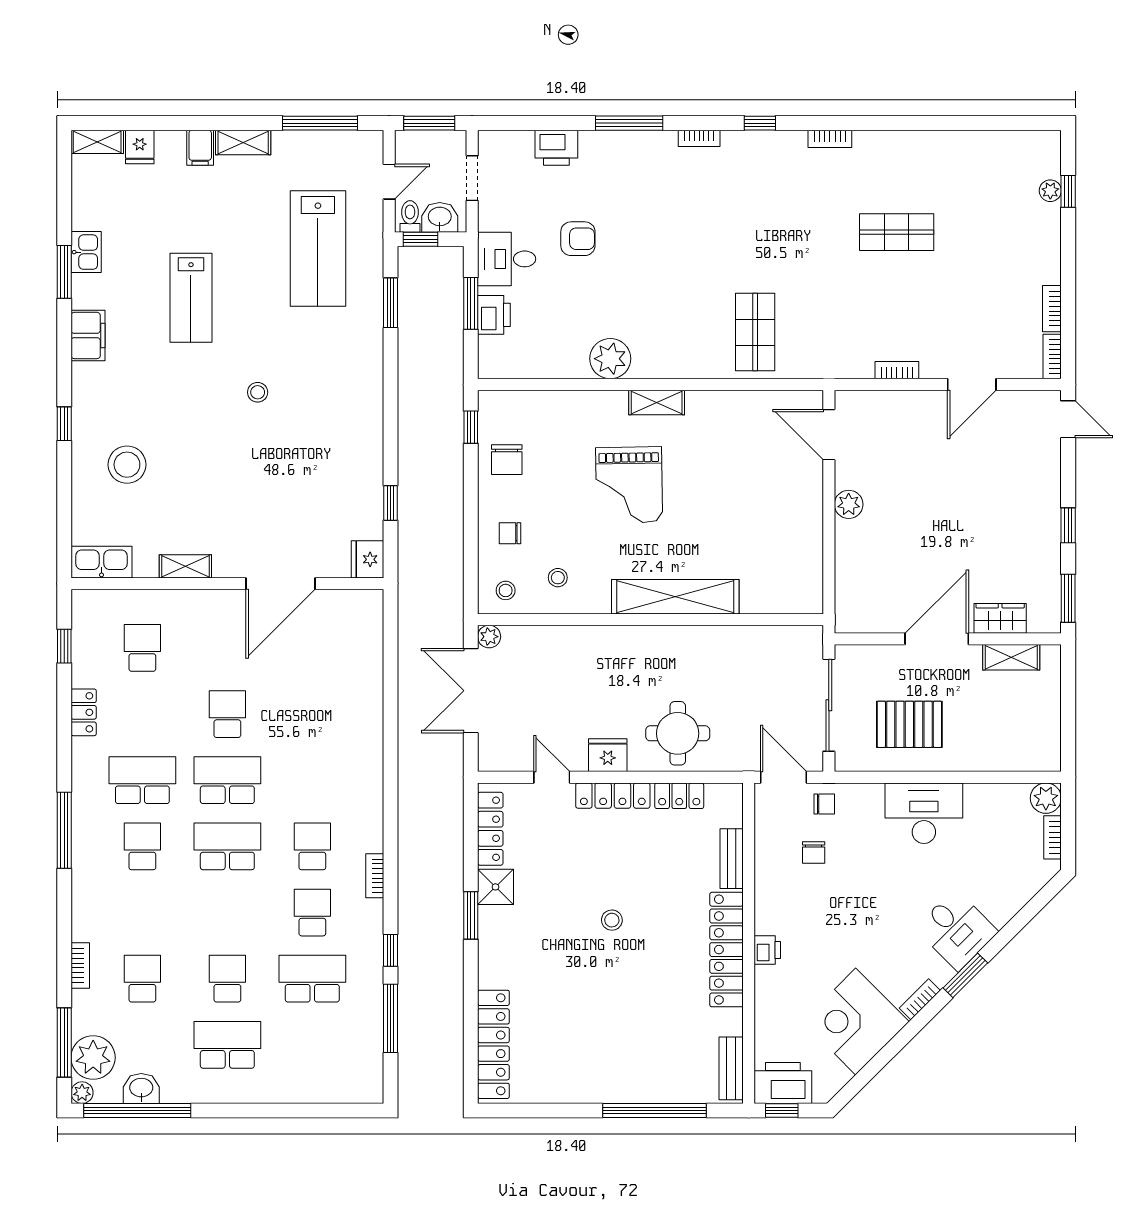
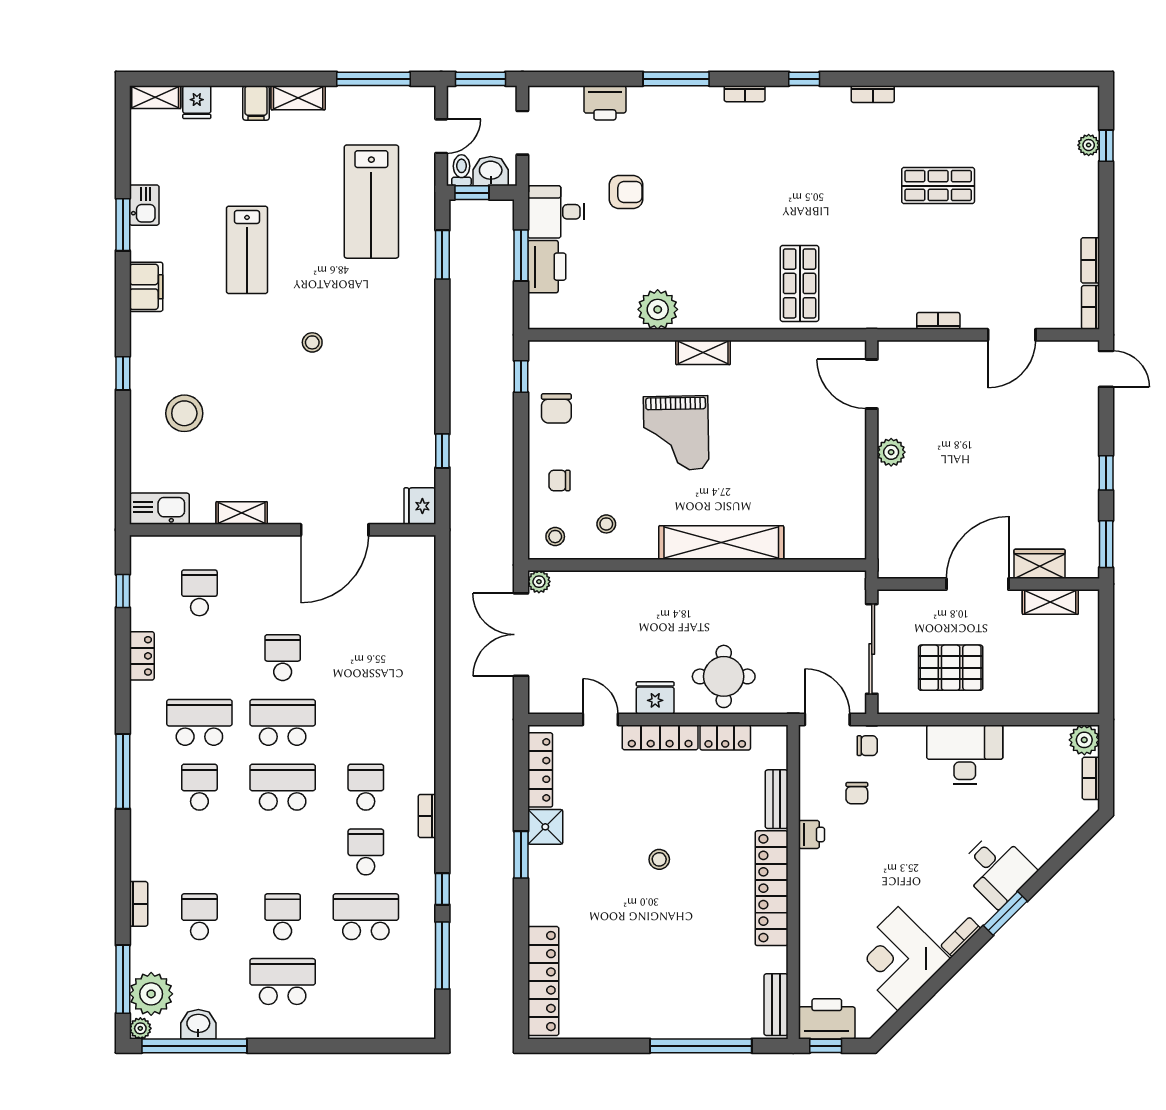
printer: (494, 315) -> (547, 267), width x1.37, depth x1.19
printer: (767, 950) -> (811, 834), moved

